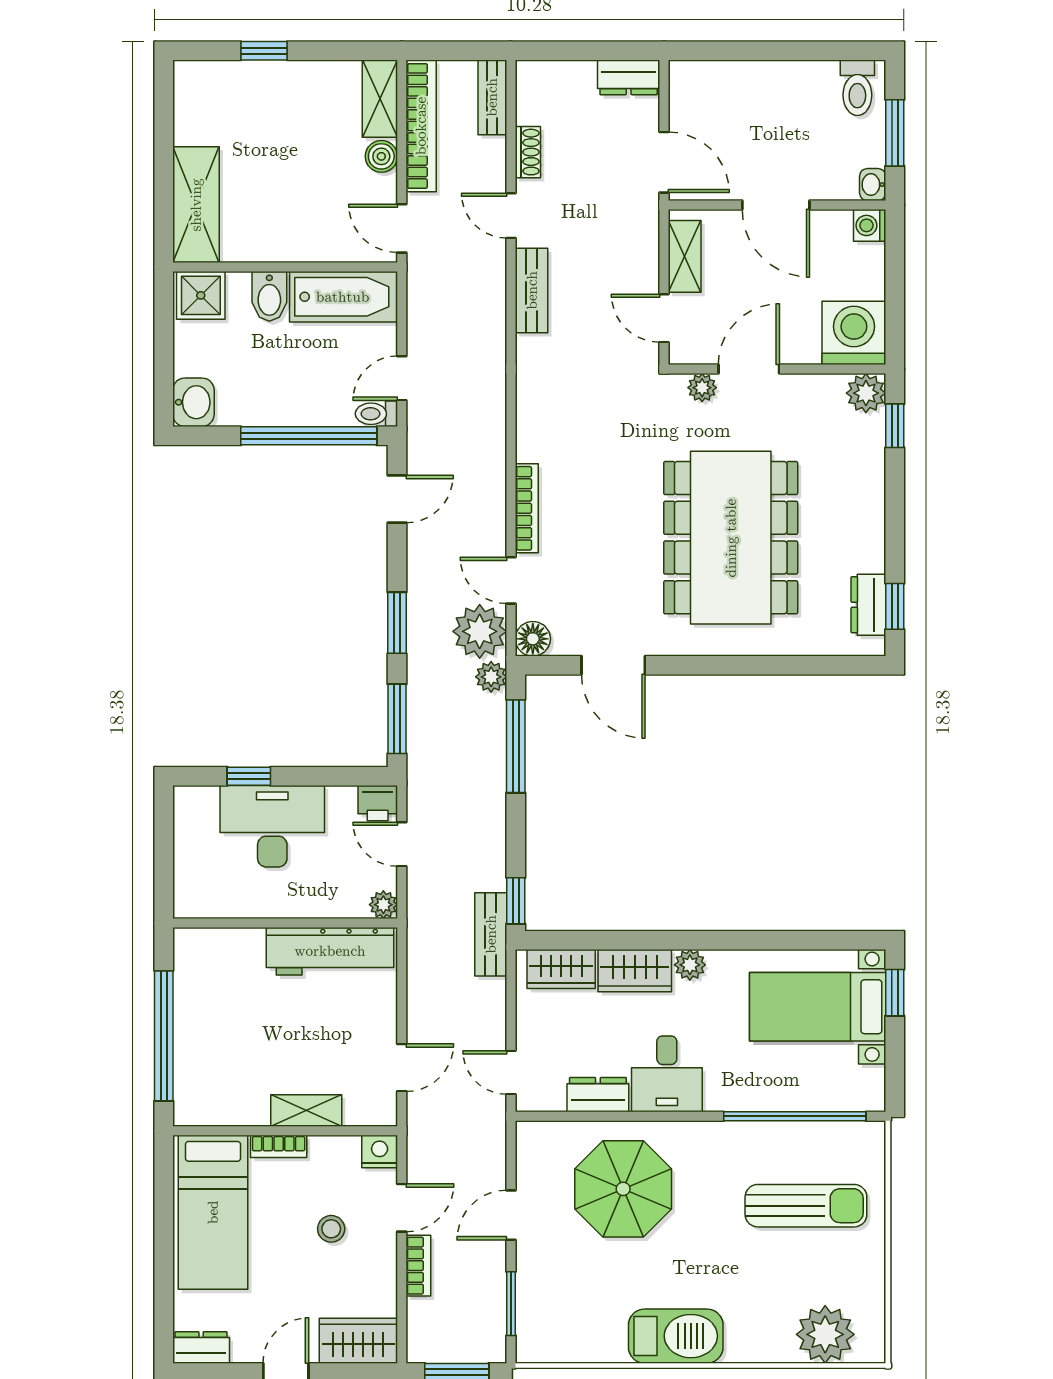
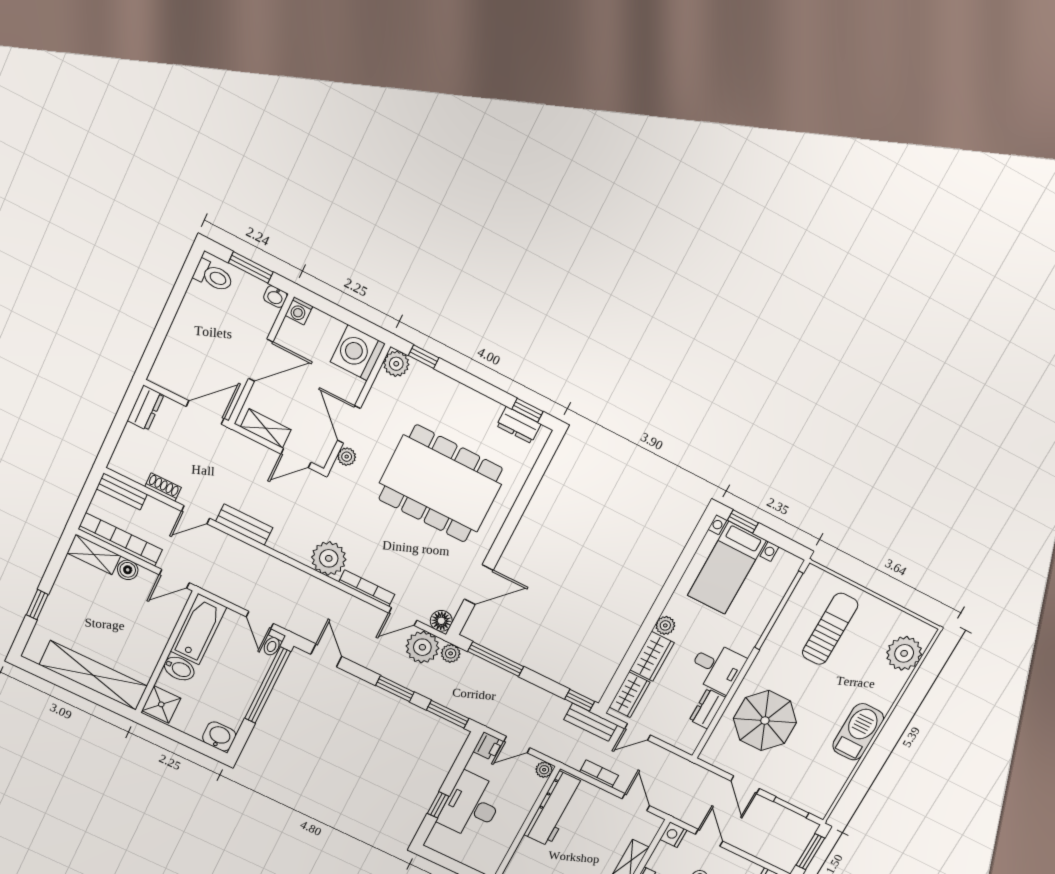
shelving: (196, 205) -> (93, 675), width x1.47
plant: (543, 433) -> (329, 558), added
door: (511, 1073) -> (637, 732), moved
bookcase: (418, 1266) -> (599, 774), moved

